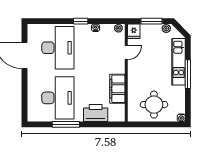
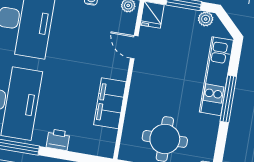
door: (126, 53) -> (134, 47), swing flipped
printer: (96, 113) -> (58, 140), width x0.53, depth x0.68

